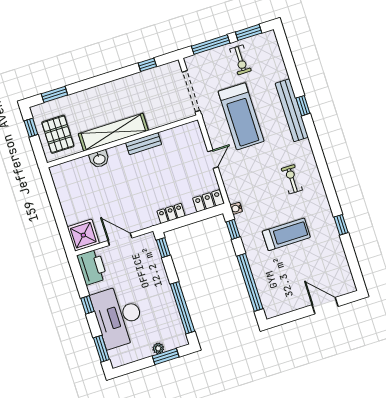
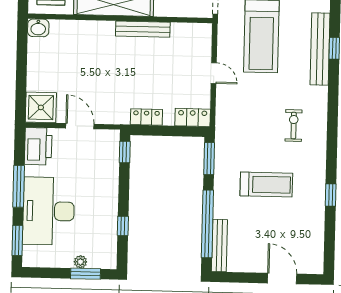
bench: (144, 144) -> (143, 29), width x1.36
washbasin: (99, 159) -> (38, 28), moved
door: (213, 159) -> (214, 73), hinge flipped
water cooler: (236, 208) -> (221, 136), removed
window: (233, 229) -> (209, 159), width x1.50
bench: (266, 297) -> (219, 246), added
window: (87, 305) -> (19, 186), width x2.17
window: (182, 308) -> (123, 226), width x0.32

